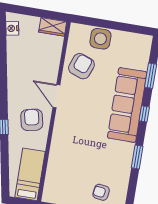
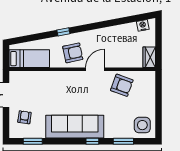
side table: (100, 39) -> (142, 125), moved
sofa: (127, 105) -> (75, 127), moved
window: (137, 157) -> (33, 141), moved

